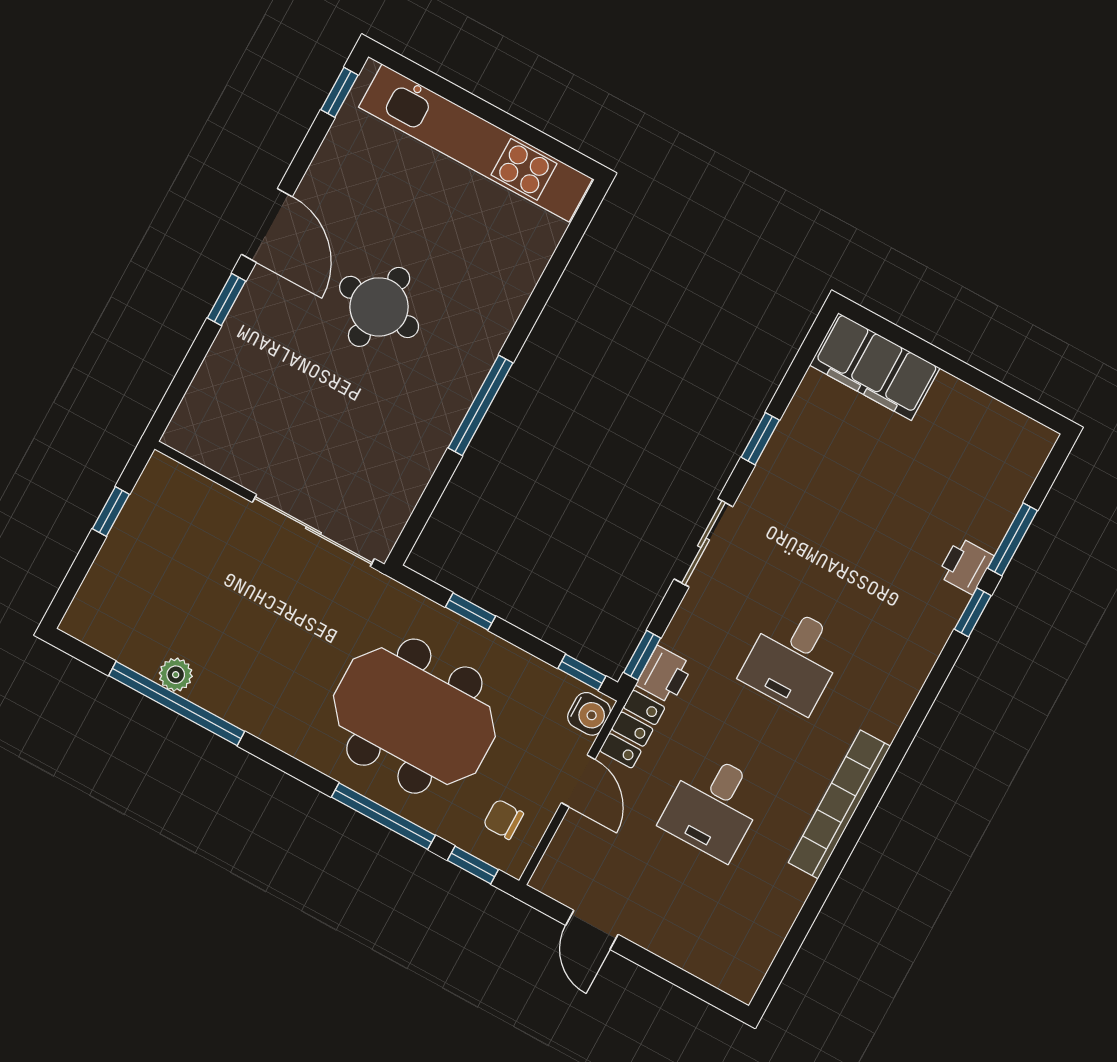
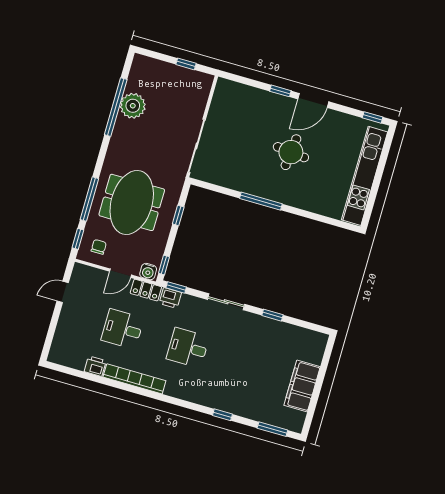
filing cabinet: (875, 367) -> (302, 386), moved
window: (1012, 539) -> (272, 429), moved
printer: (966, 566) -> (95, 366), moved
plant: (176, 675) -> (133, 106), width x1.87, depth x1.87

